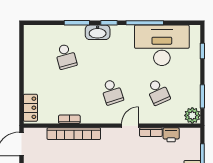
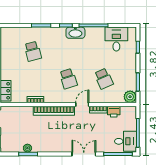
washbasin: (98, 32) -> (75, 33), moved
desk: (162, 45) -> (116, 39), width x0.53, depth x0.77
bookcase: (74, 134) -> (54, 111), moved

